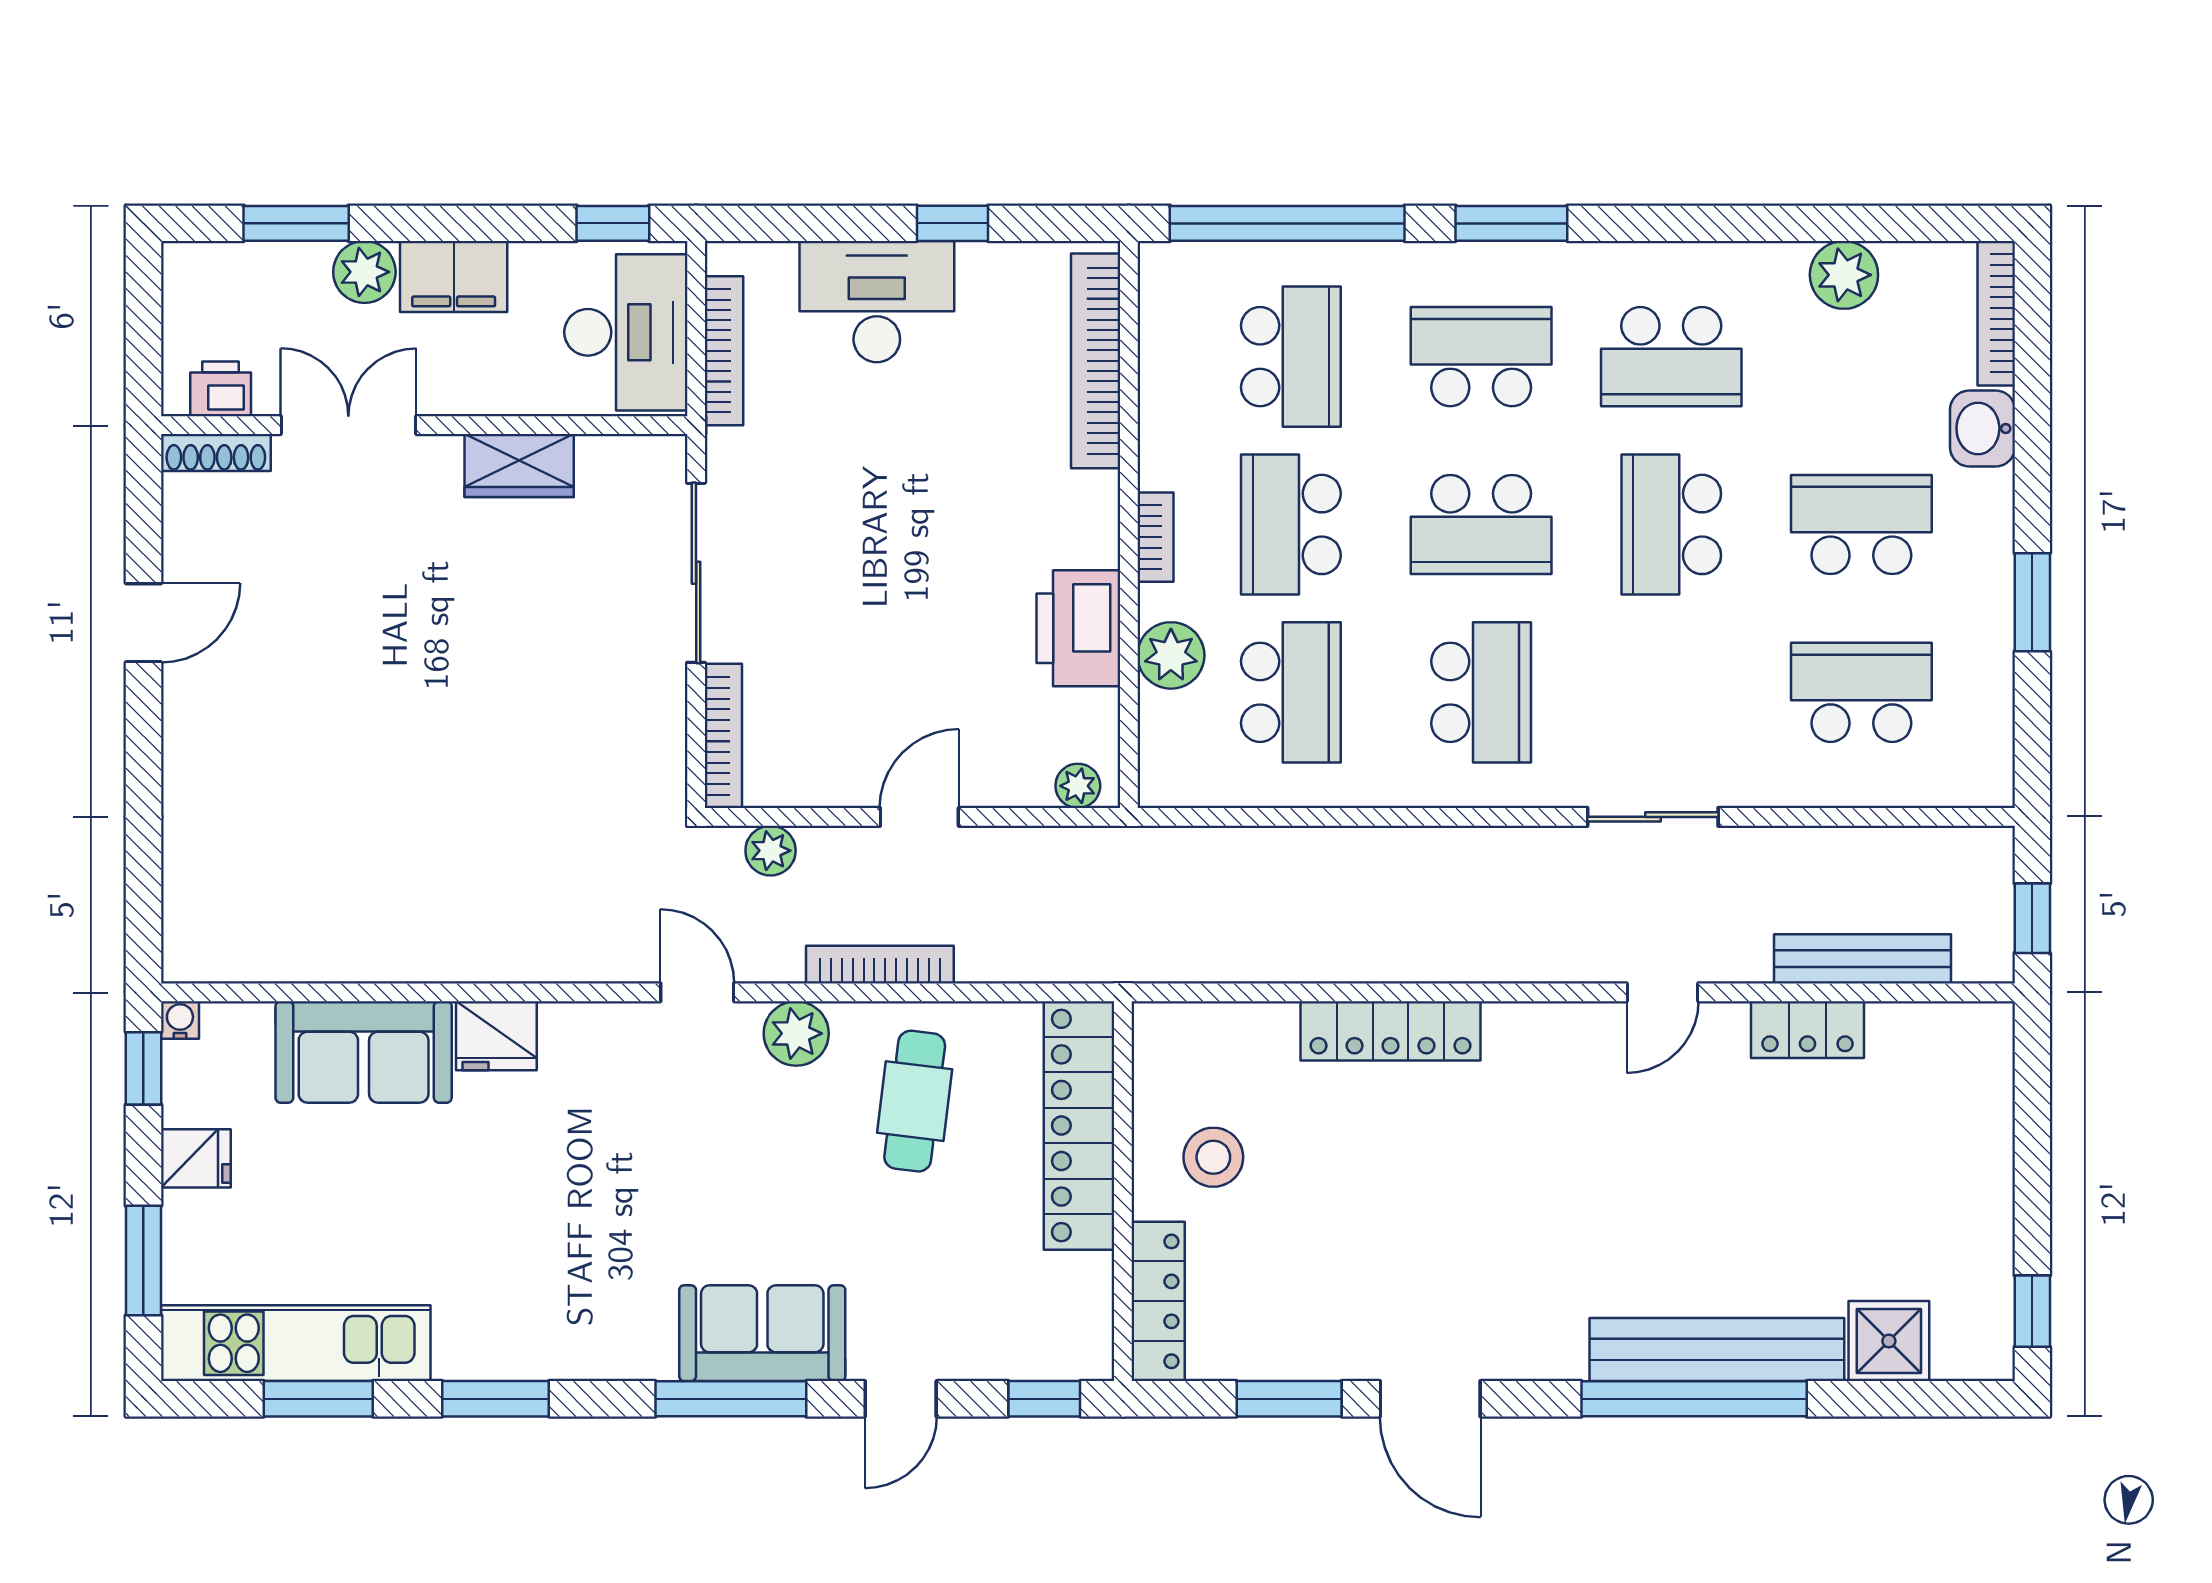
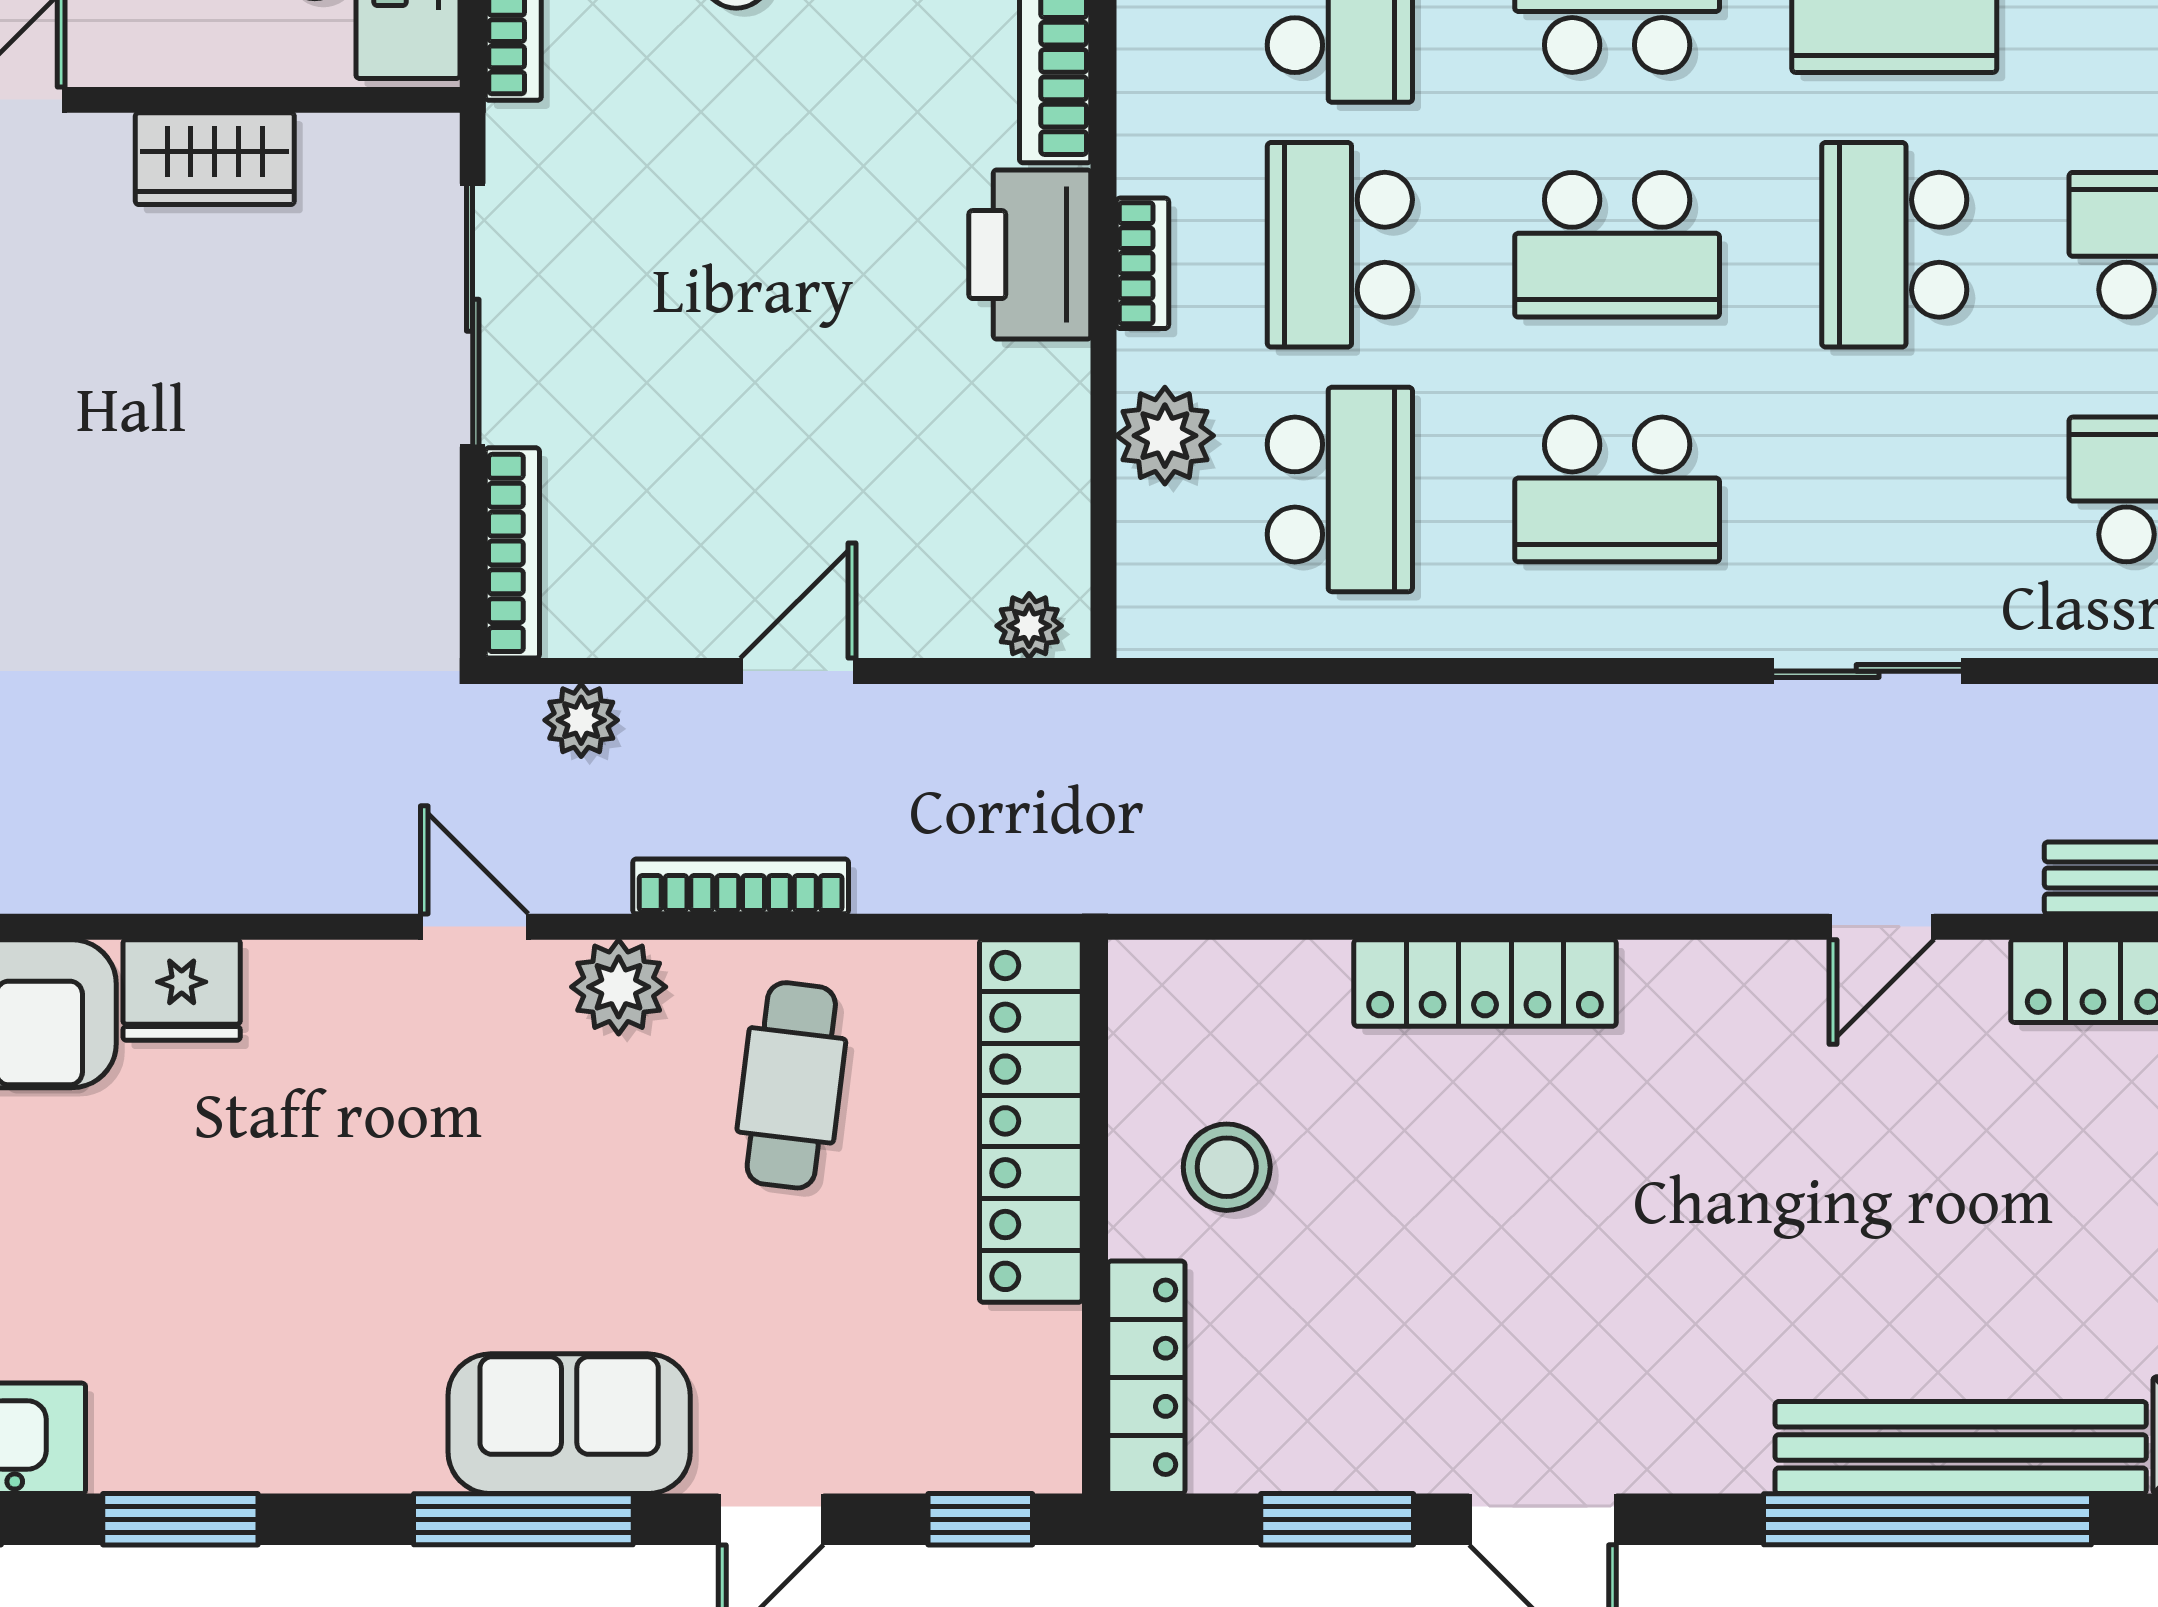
printer: (1078, 628) -> (1030, 255), moved
school desk: (1481, 692) -> (1617, 489), turned 90

